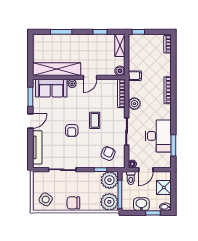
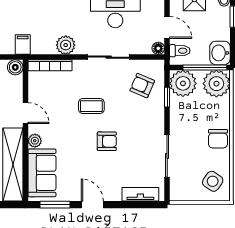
tv unit: (37, 147) -> (140, 194), width x0.71
washbasin: (141, 204) -> (220, 53), moved

